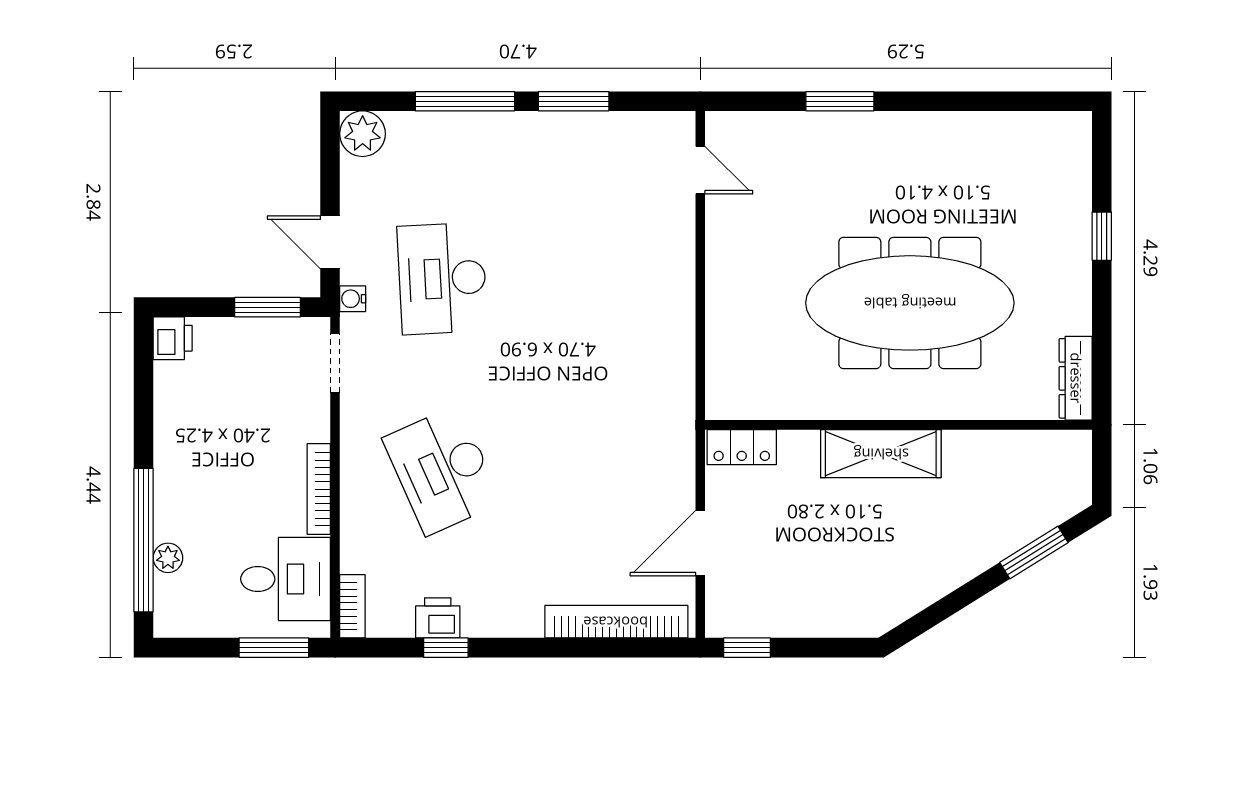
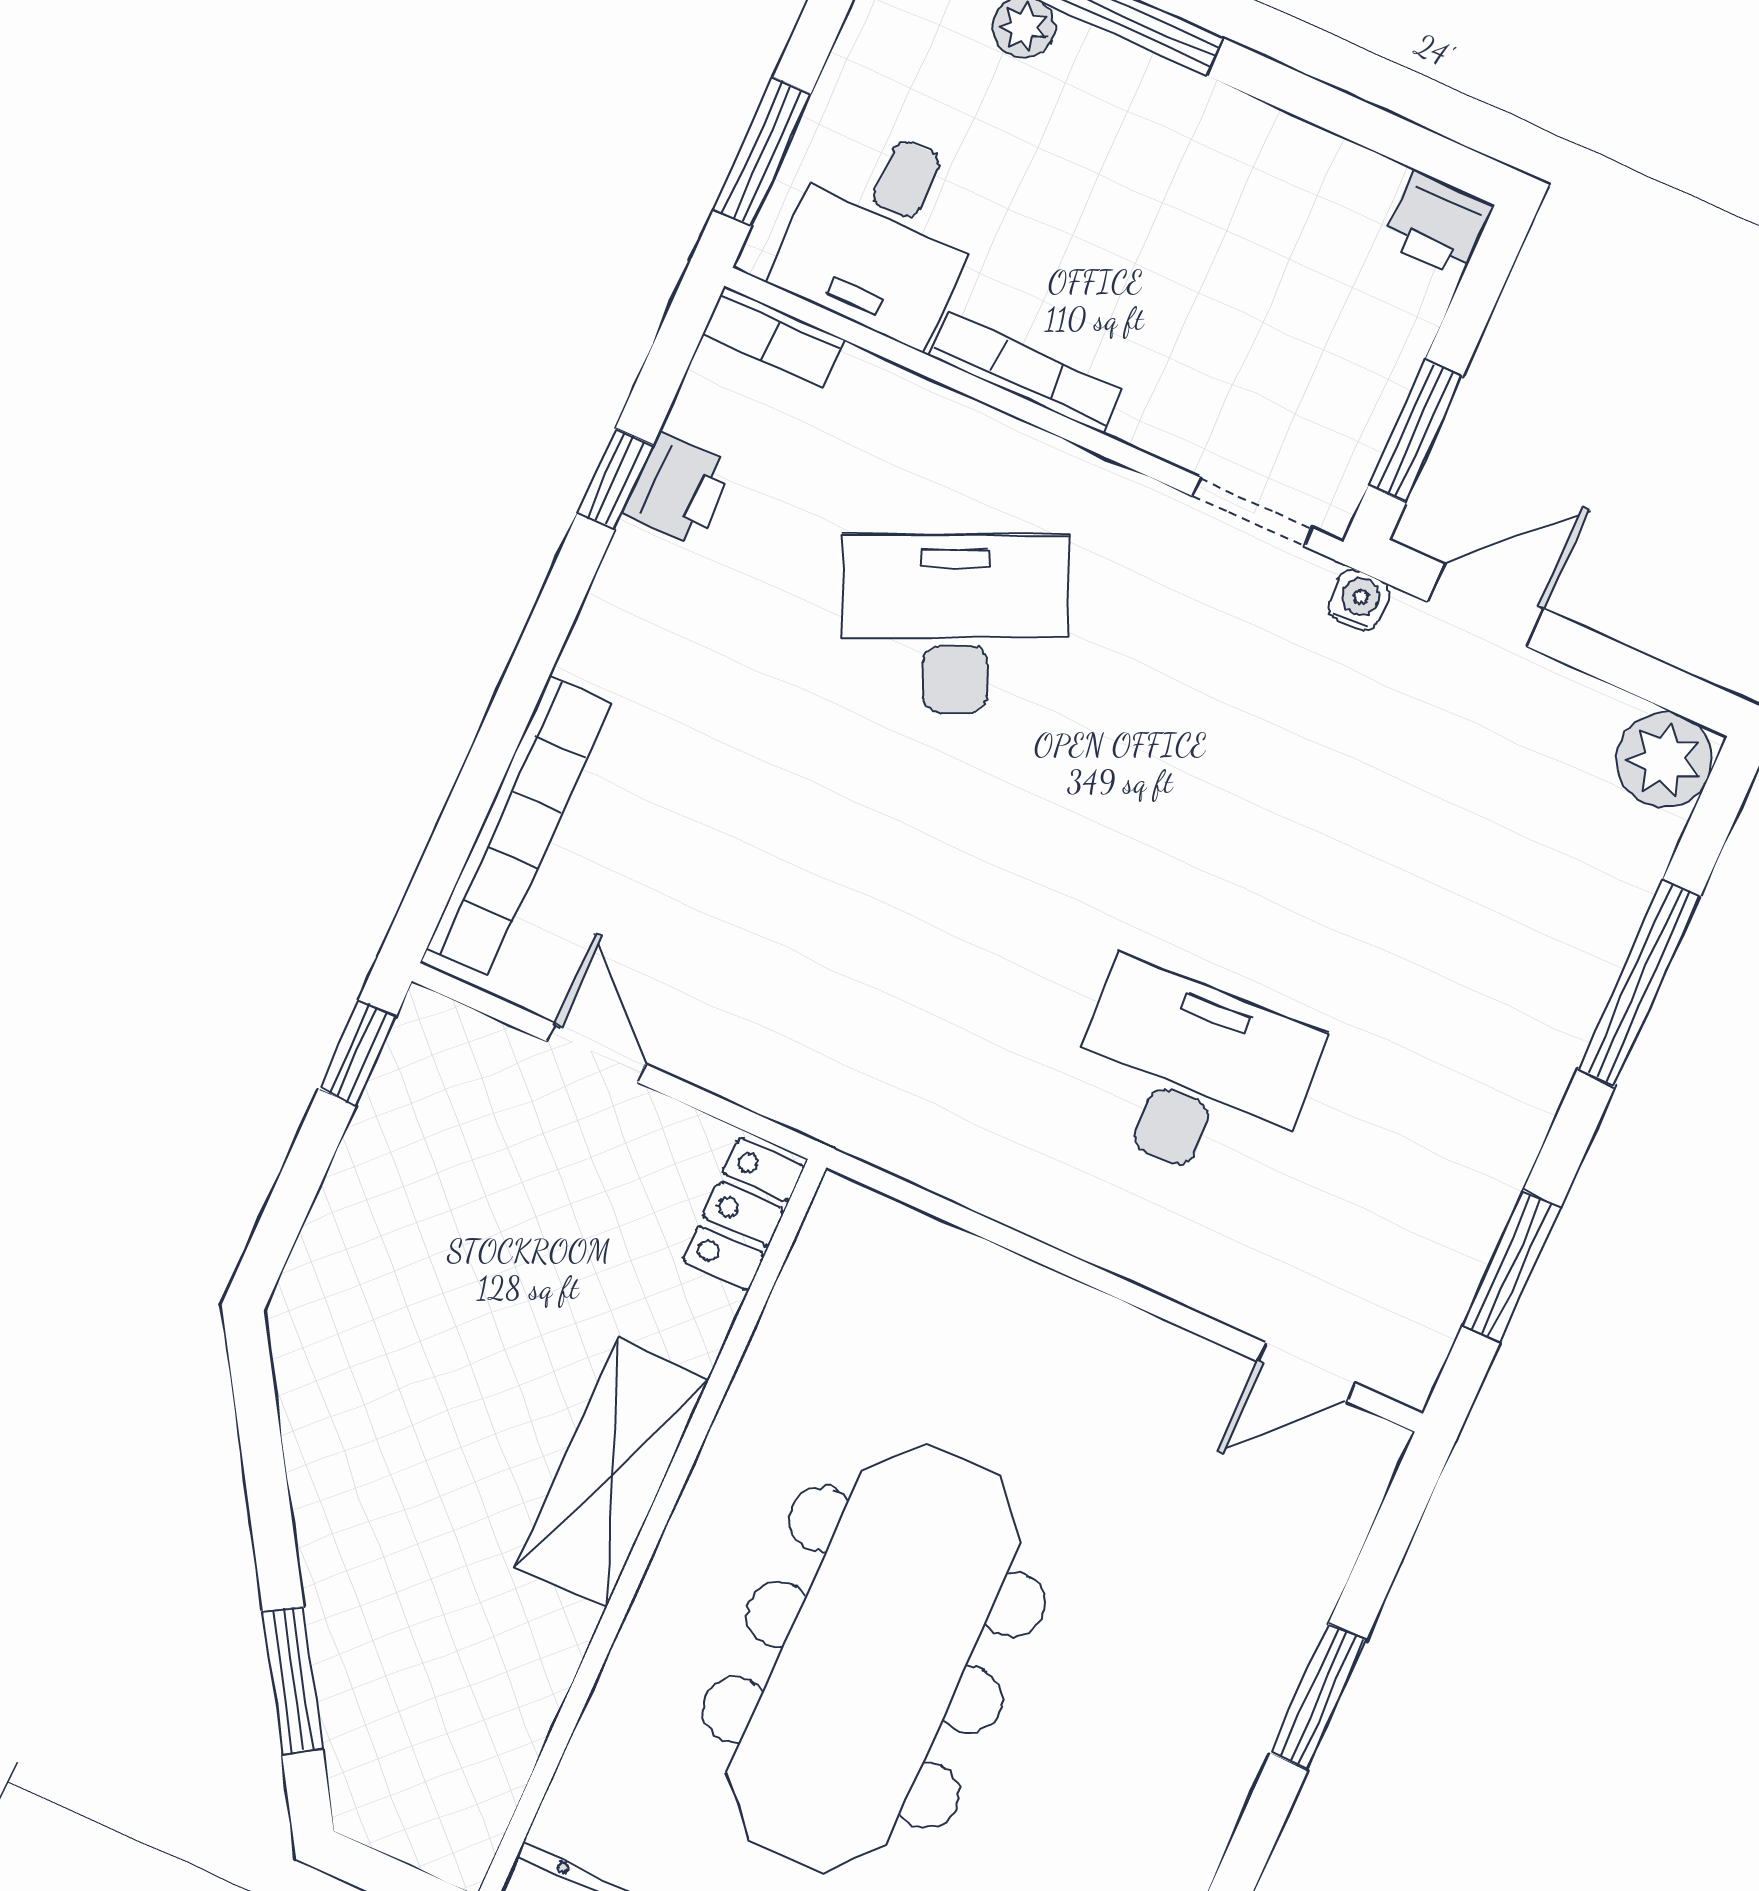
window: (574, 101) -> (1511, 1267), moved
desk: (442, 278) -> (1192, 1075), moved
door: (700, 543) -> (596, 1053), width x0.73

